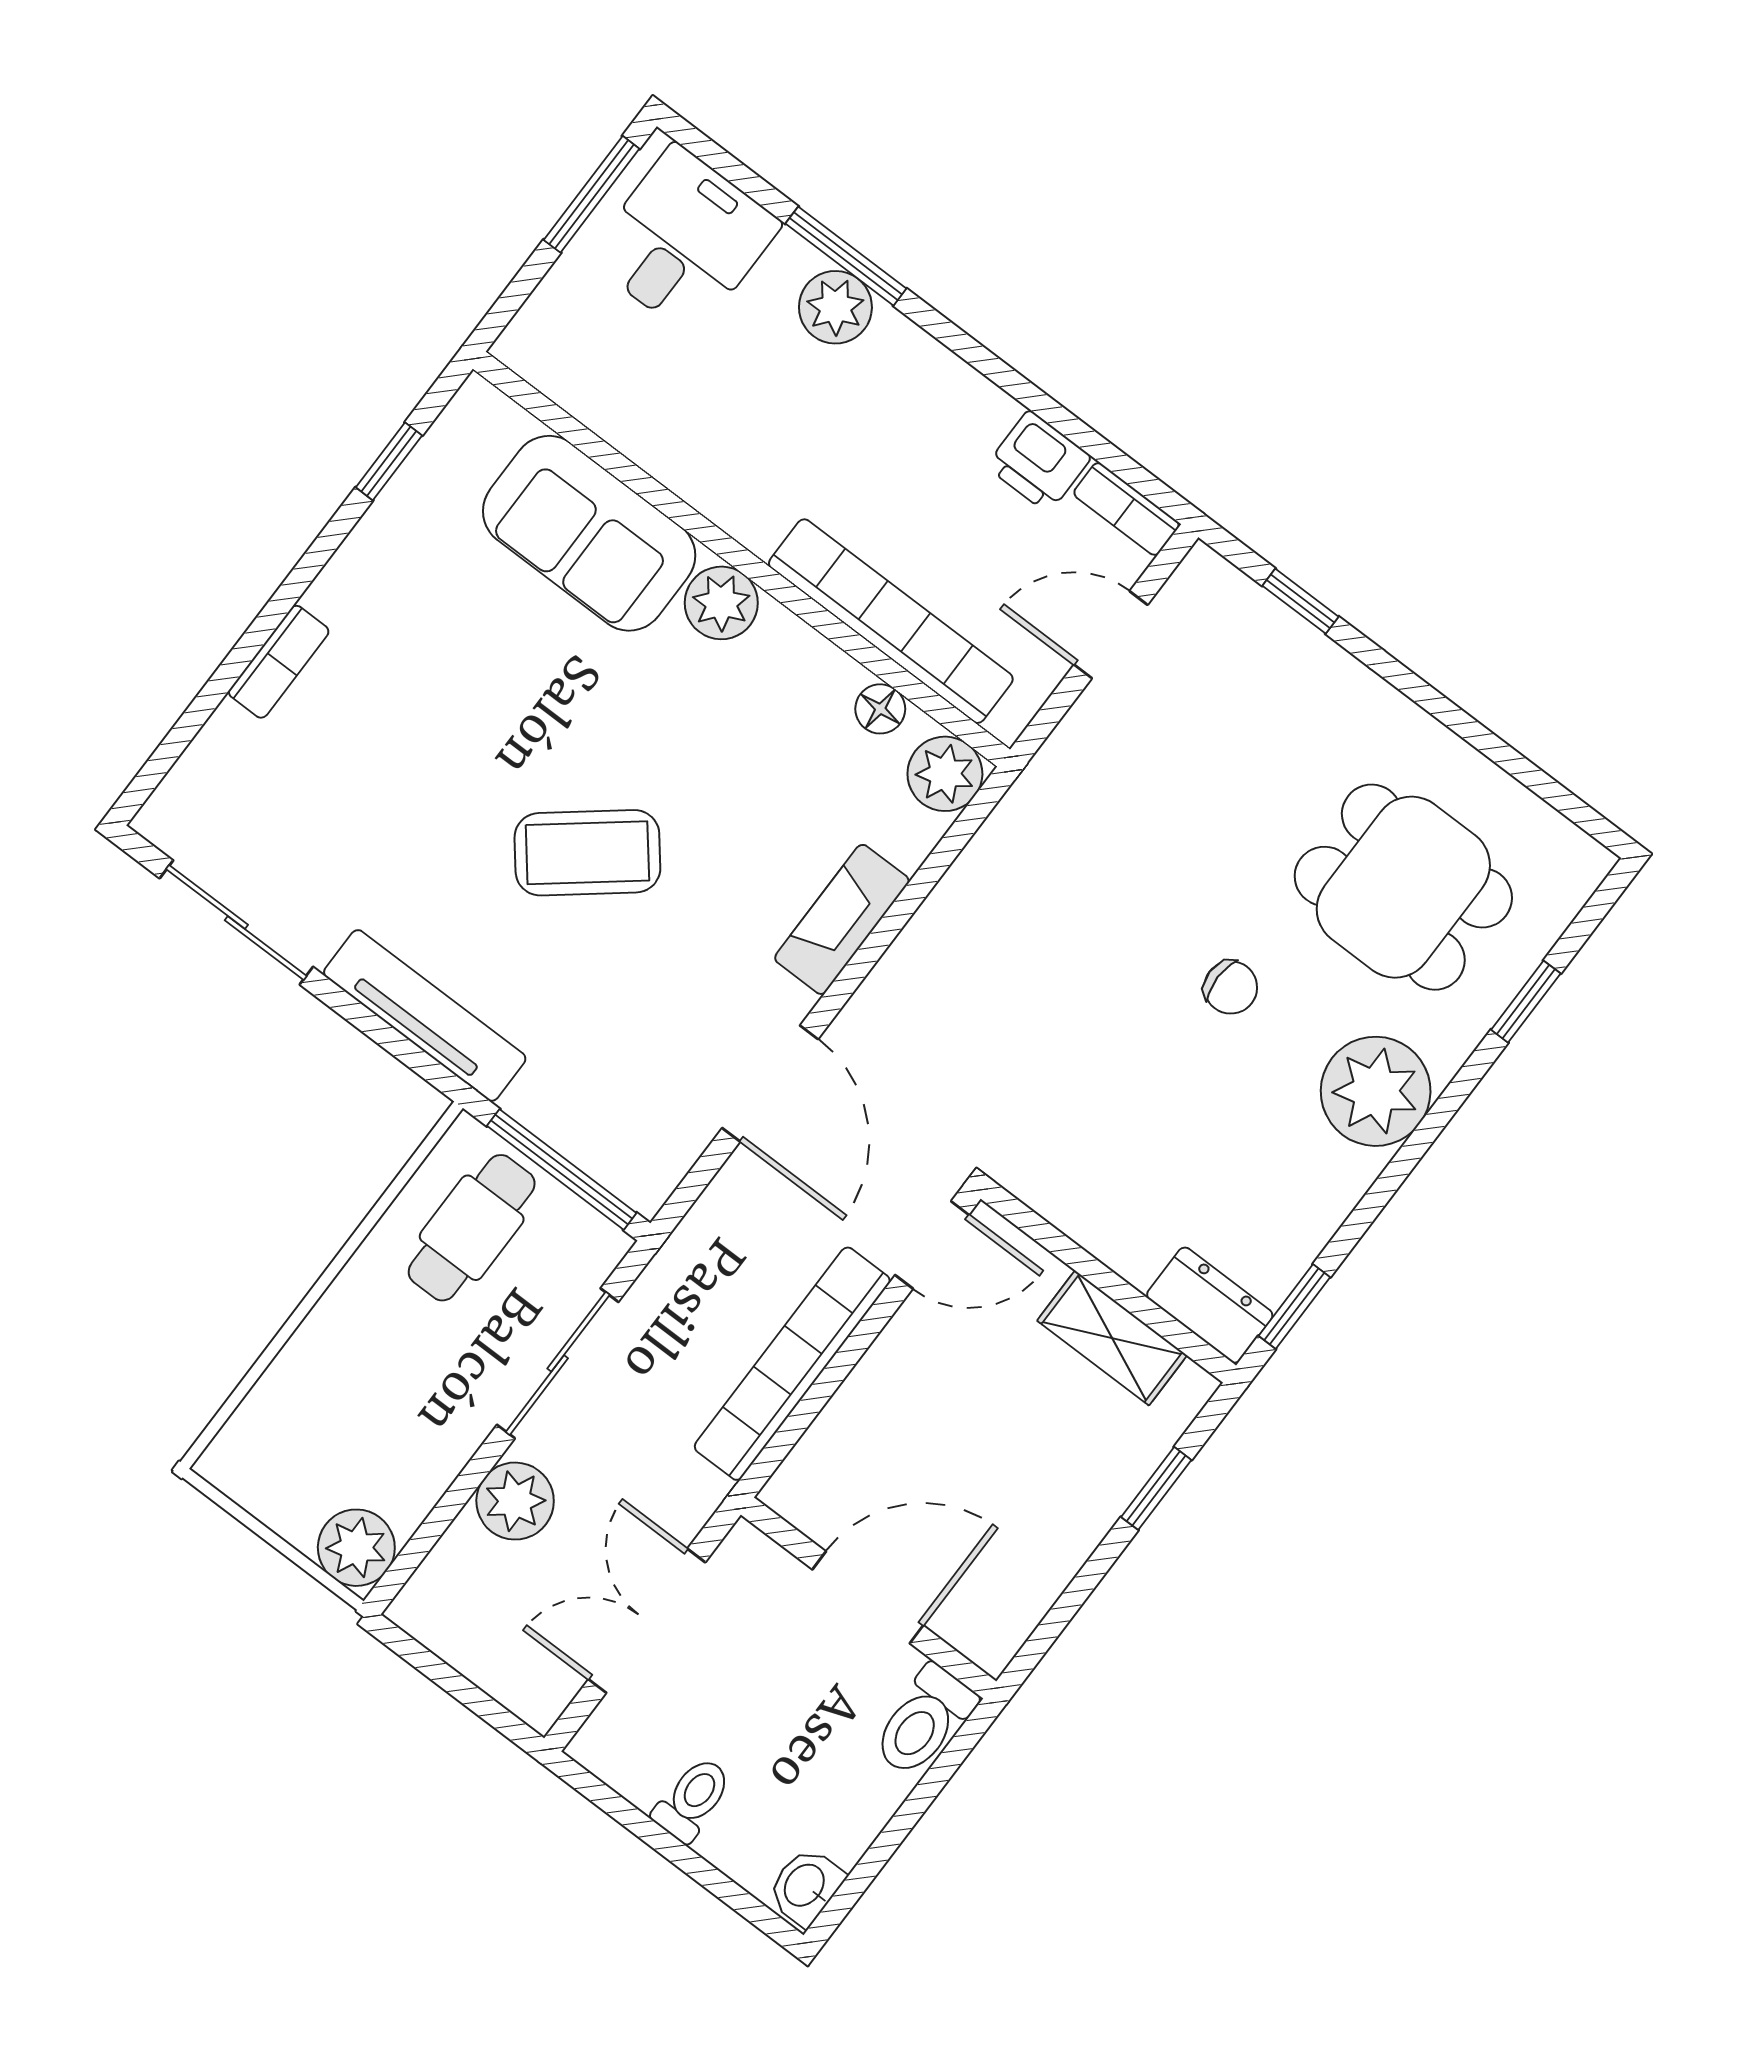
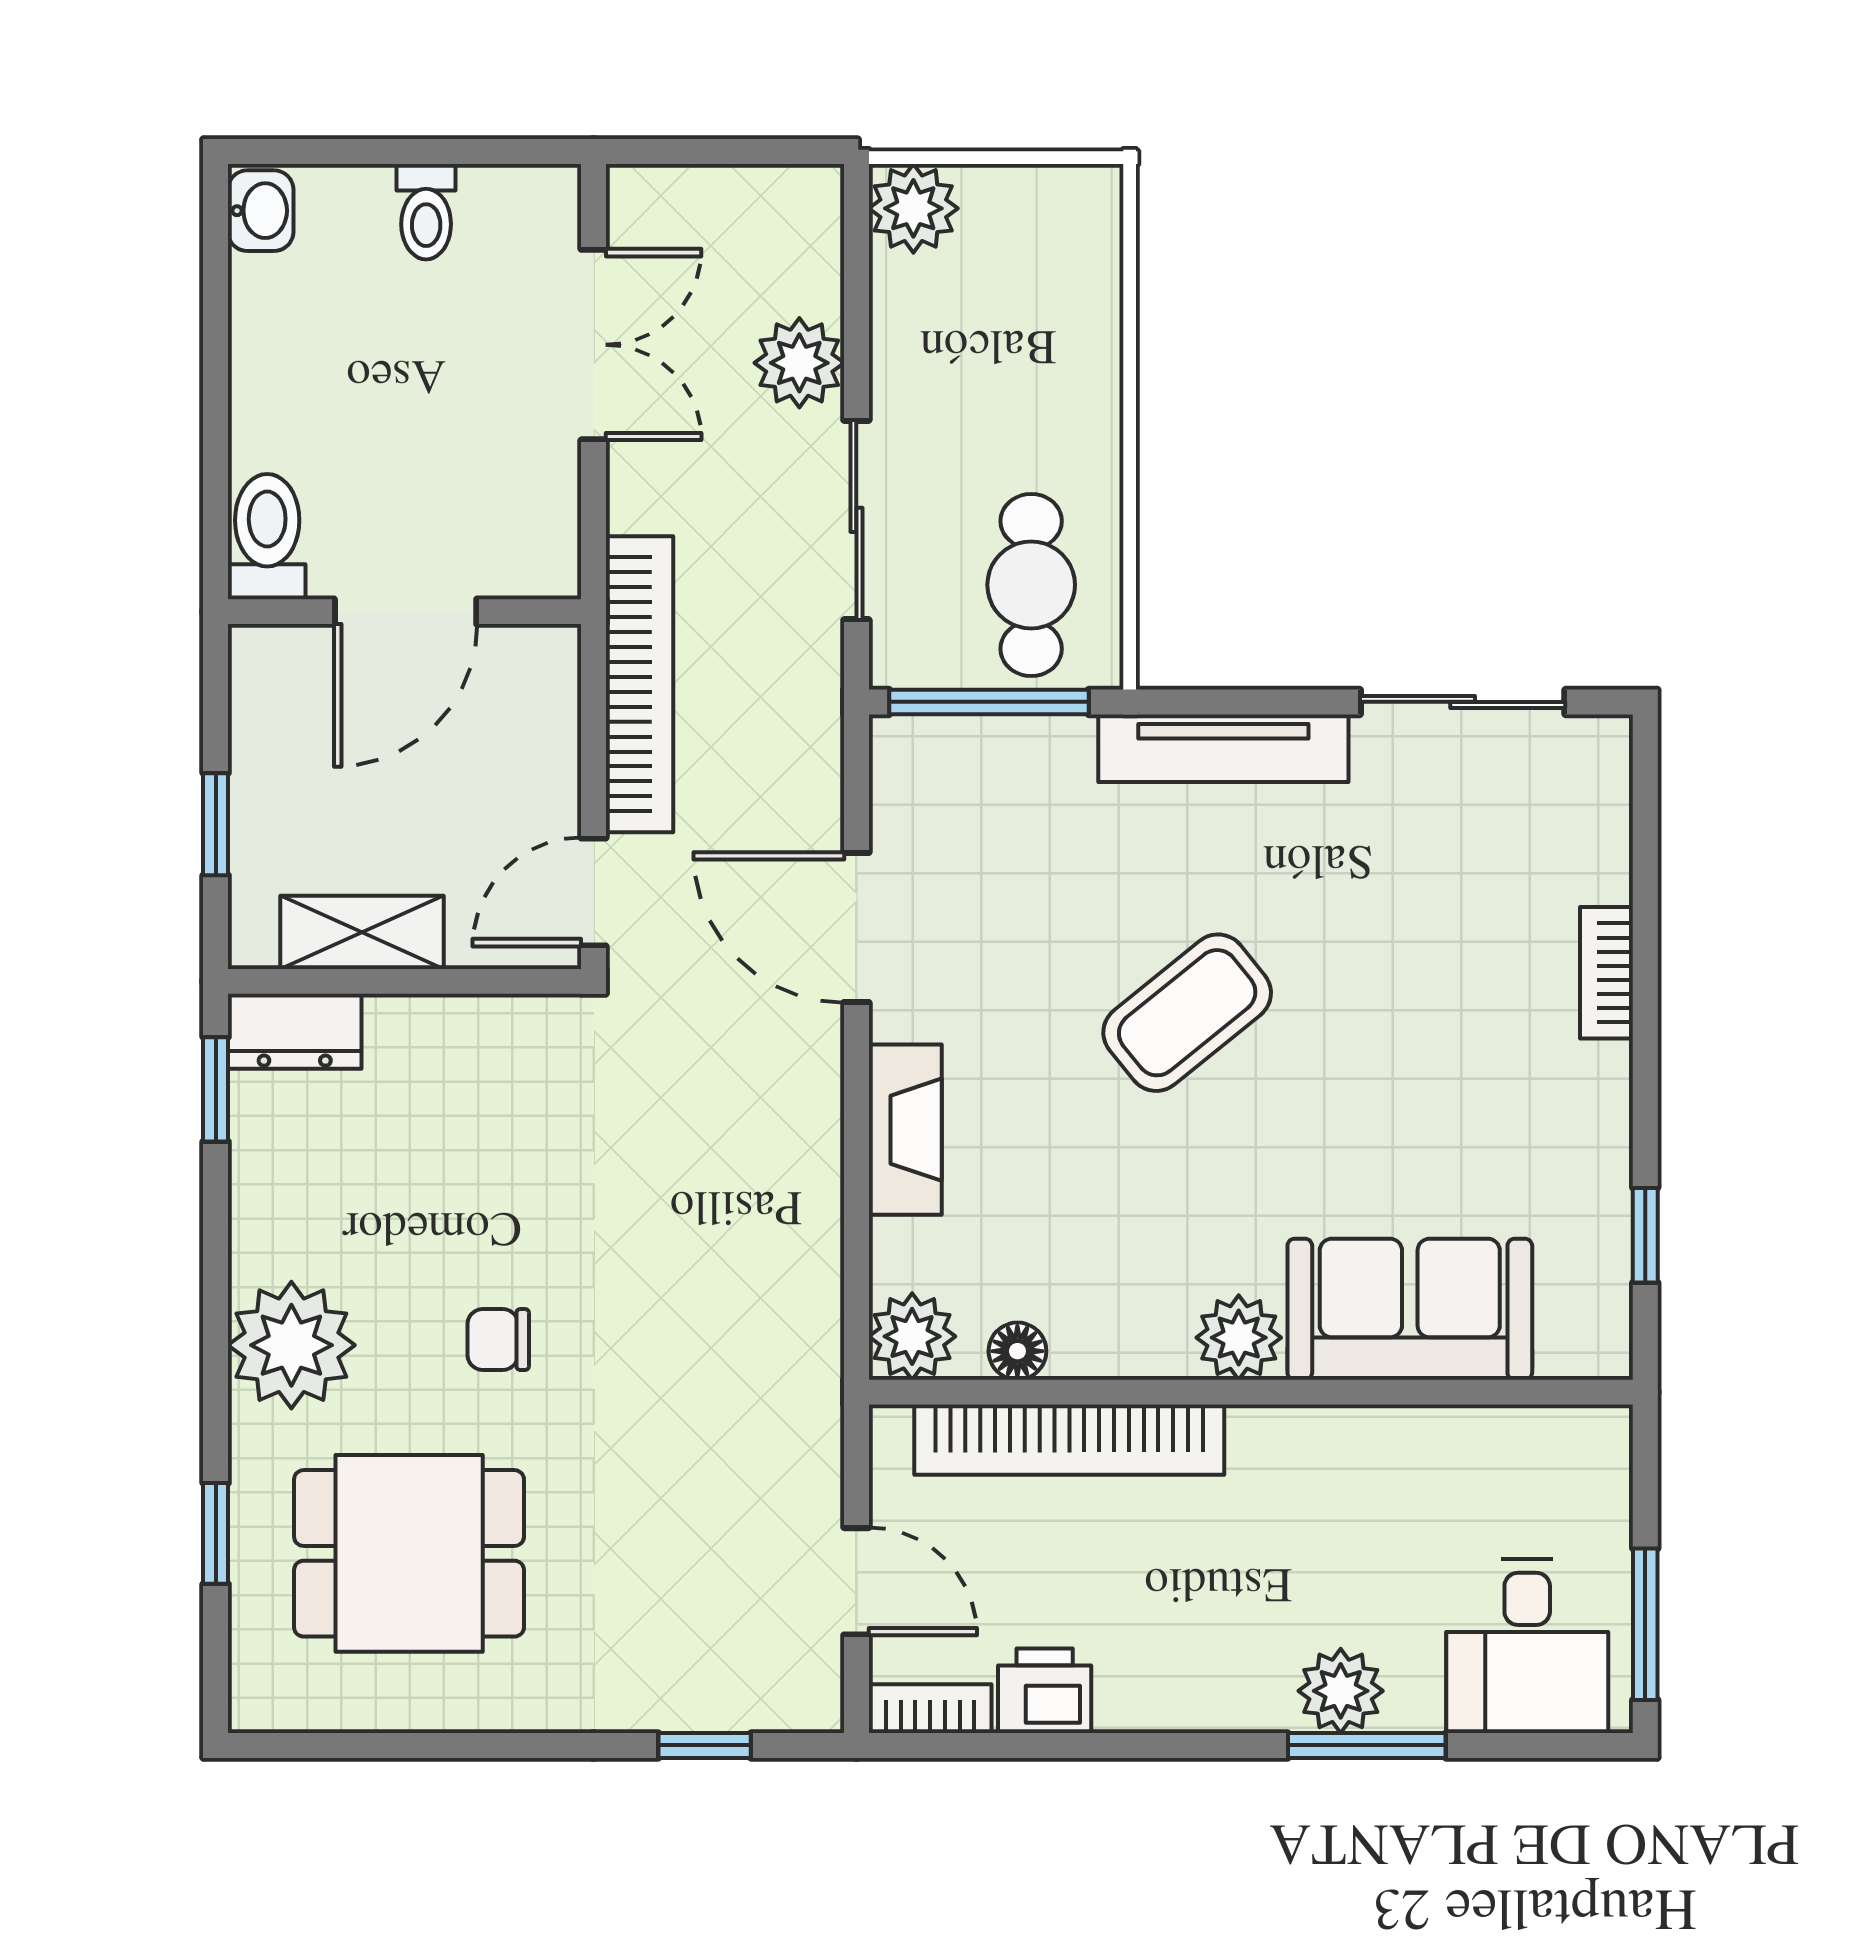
door: (1111, 635) -> (856, 1581), hinge flipped
door: (868, 1597) -> (406, 612), moved
wall: (869, 1598) -> (405, 612), moved
toilet: (924, 1721) -> (267, 537), moved

